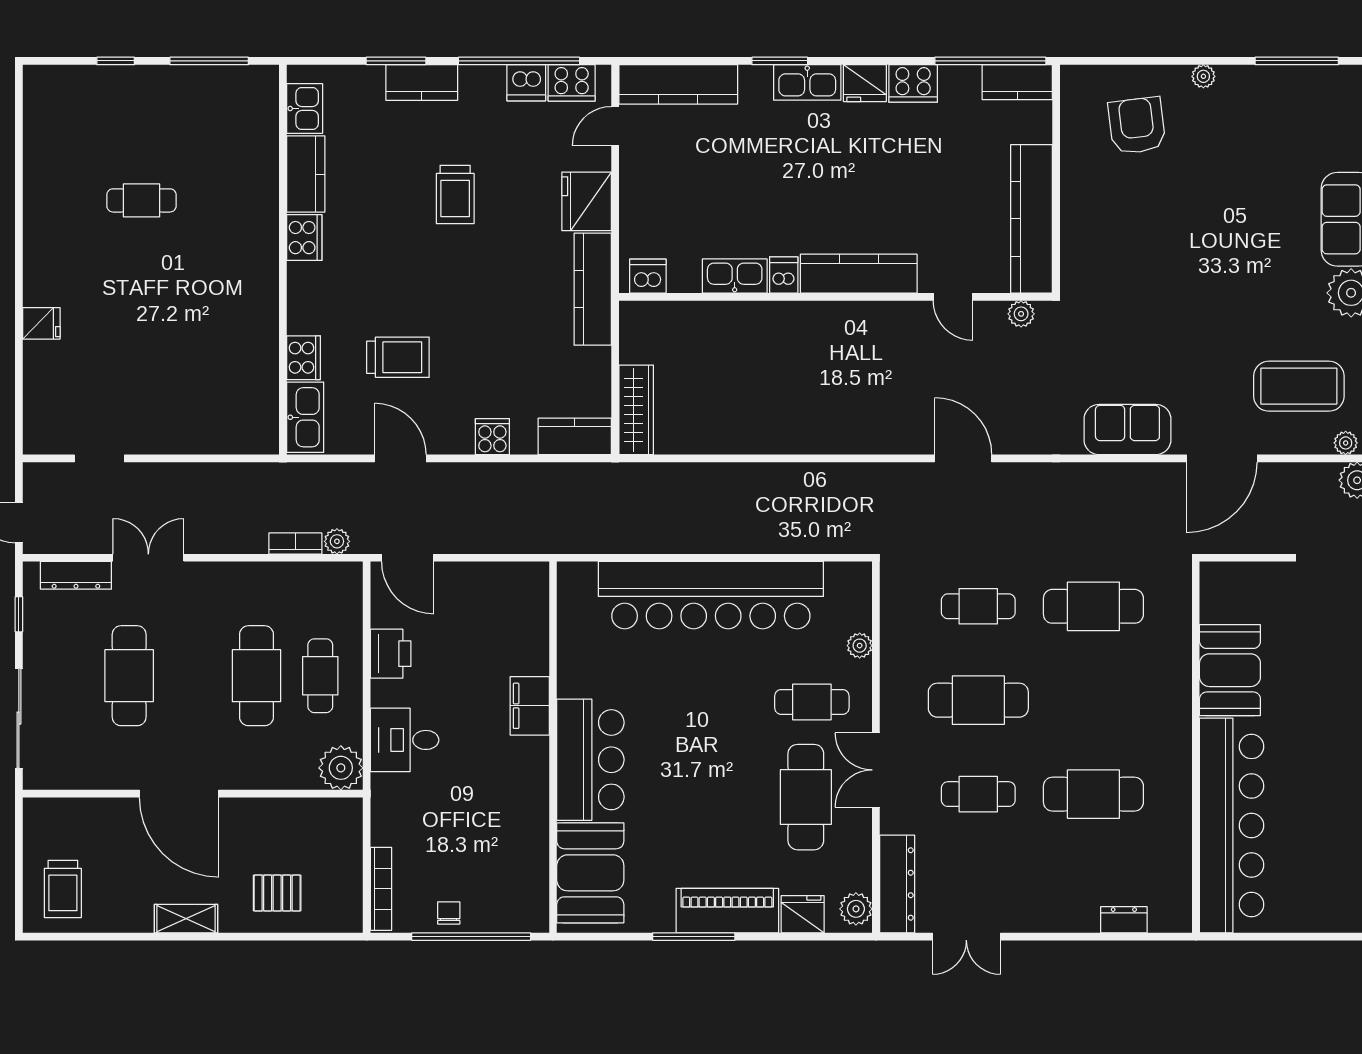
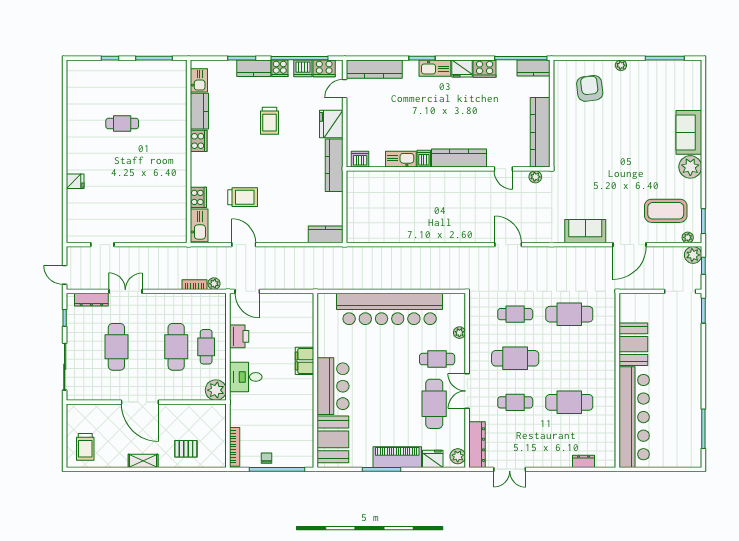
wardrobe: (636, 410) -> (355, 222), removed
cooker: (492, 437) -> (280, 68), moved, turned 180

